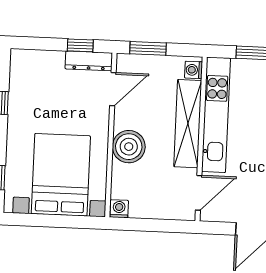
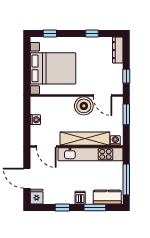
dresser: (89, 61) -> (118, 50), moved
boiler: (129, 147) -> (84, 106), moved
washing machine: (119, 209) -> (35, 120), moved

